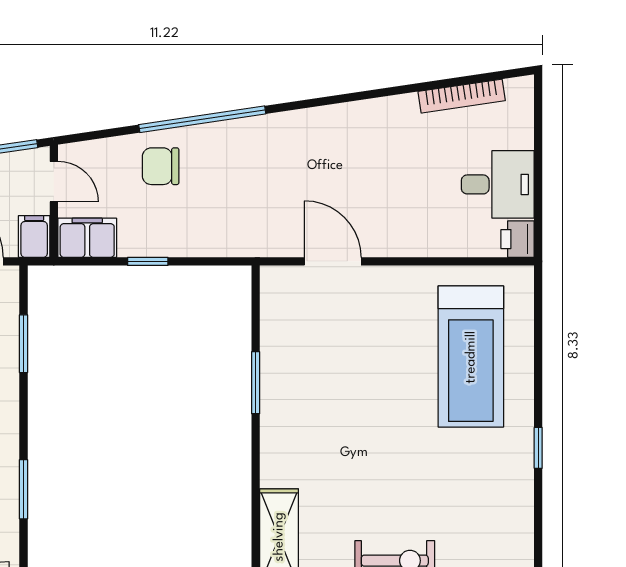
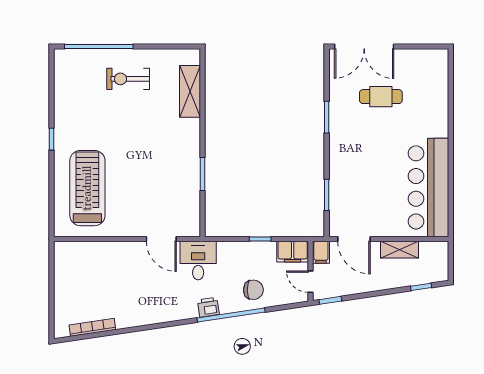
desk: (498, 184) -> (198, 261), moved, turned 90
printer: (518, 239) -> (208, 307), moved, turned -98

